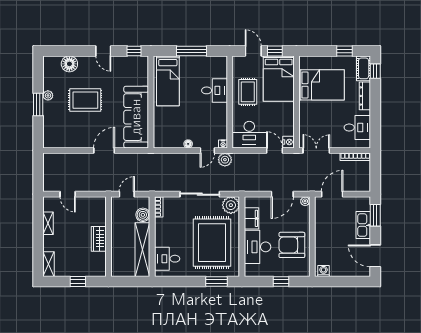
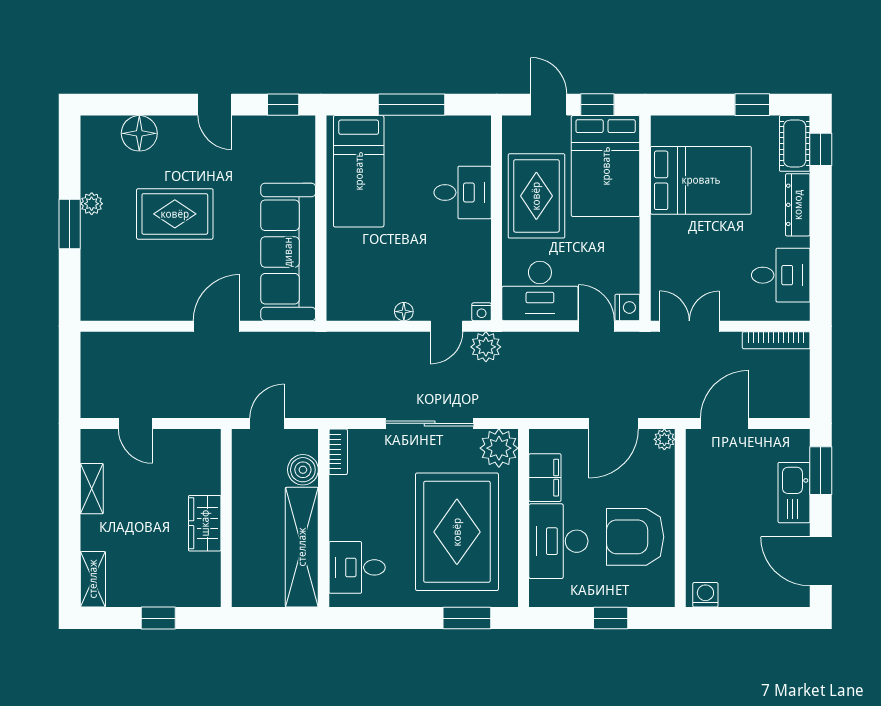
rug: (248, 92) -> (536, 196), width x1.36, depth x1.43

